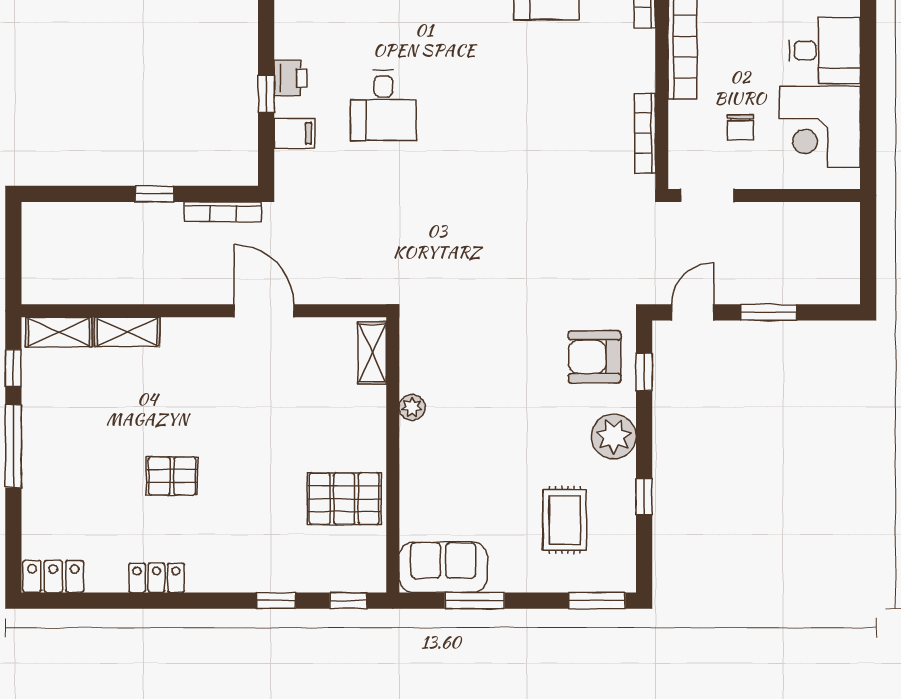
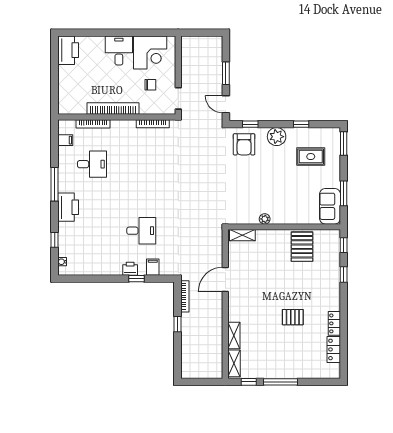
pallet: (172, 476) -> (293, 317), turned 90
locker: (53, 576) -> (334, 349), moved

